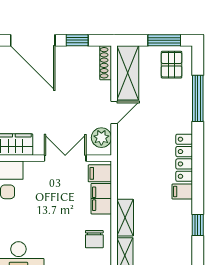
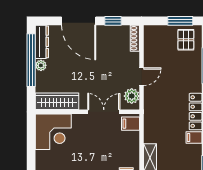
shelving: (128, 73) -> (152, 46), removed
filing cabinet: (101, 199) -> (132, 143), removed

